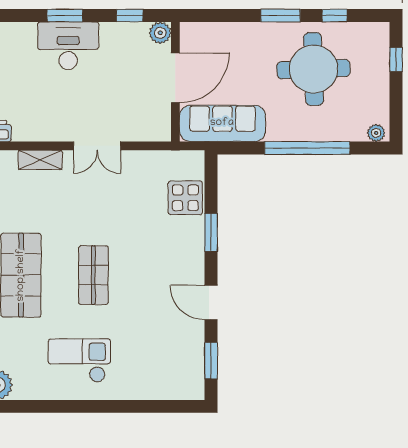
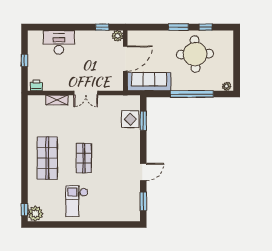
window: (65, 16) -> (69, 27), removed
desk: (68, 46) -> (59, 42), moved
window: (396, 59) -> (237, 49), removed
window: (211, 232) -> (143, 121), moved
door: (211, 303) -> (143, 172), swing flipped
checkout: (79, 361) -> (77, 201), turned -90

